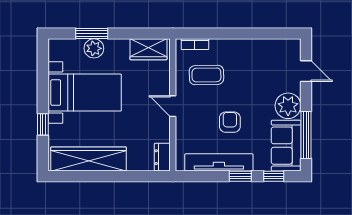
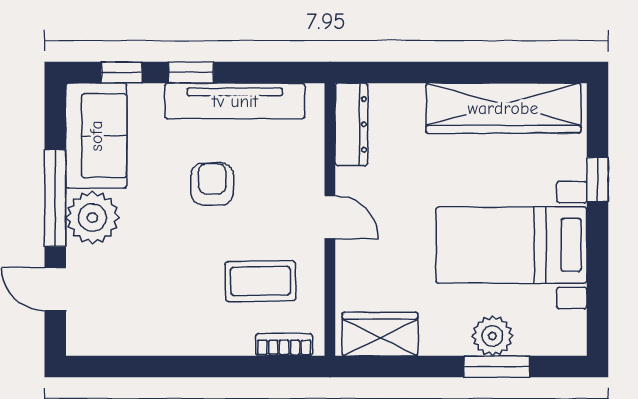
armchair: (230, 122) -> (212, 184), turned 180
window: (306, 135) -> (55, 198), moved
dresser: (162, 157) -> (351, 124), width x1.44

